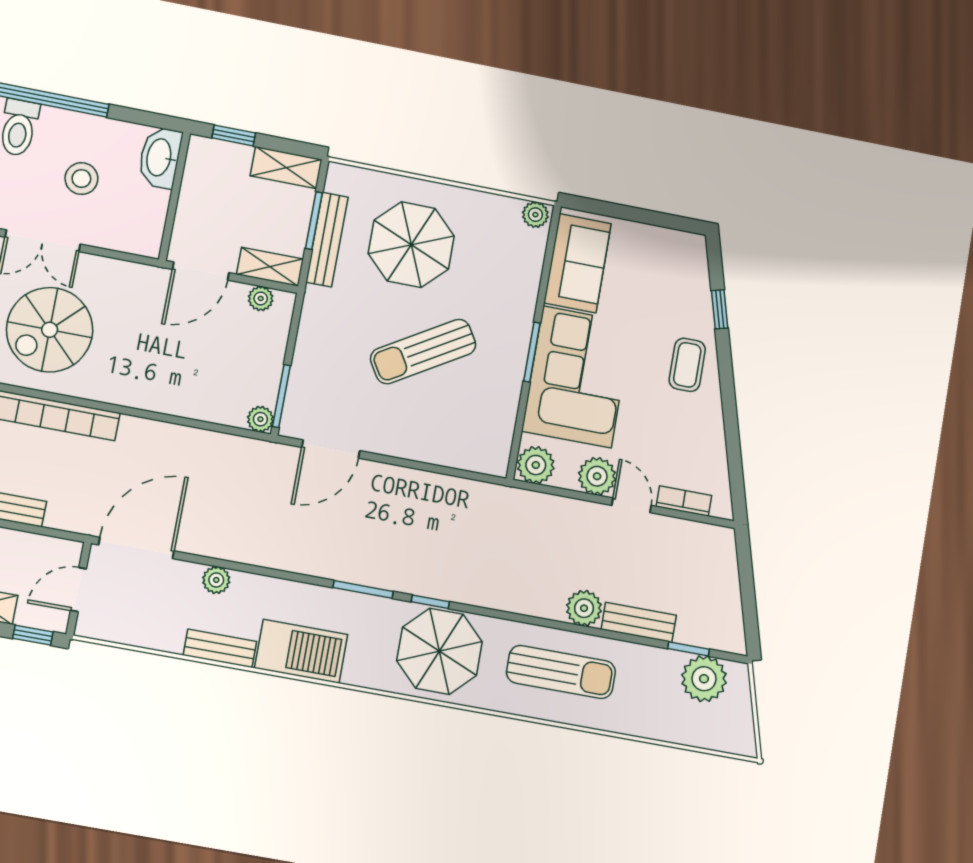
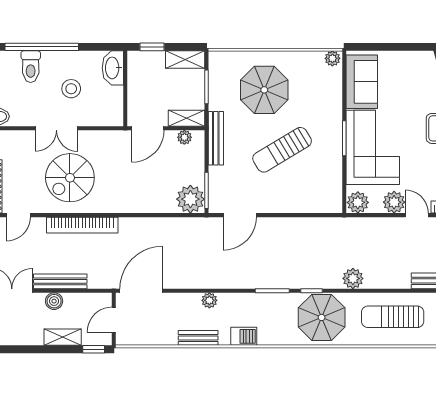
bench: (327, 240) -> (216, 138), moved
plant: (260, 419) -> (190, 199), width x1.88, depth x1.88
plant: (216, 580) -> (209, 300), moved
plant: (584, 608) -> (353, 278), moved
barbecue: (301, 651) -> (244, 336), width x0.53, depth x0.65
sun lounger: (561, 672) -> (393, 317), turned 180

